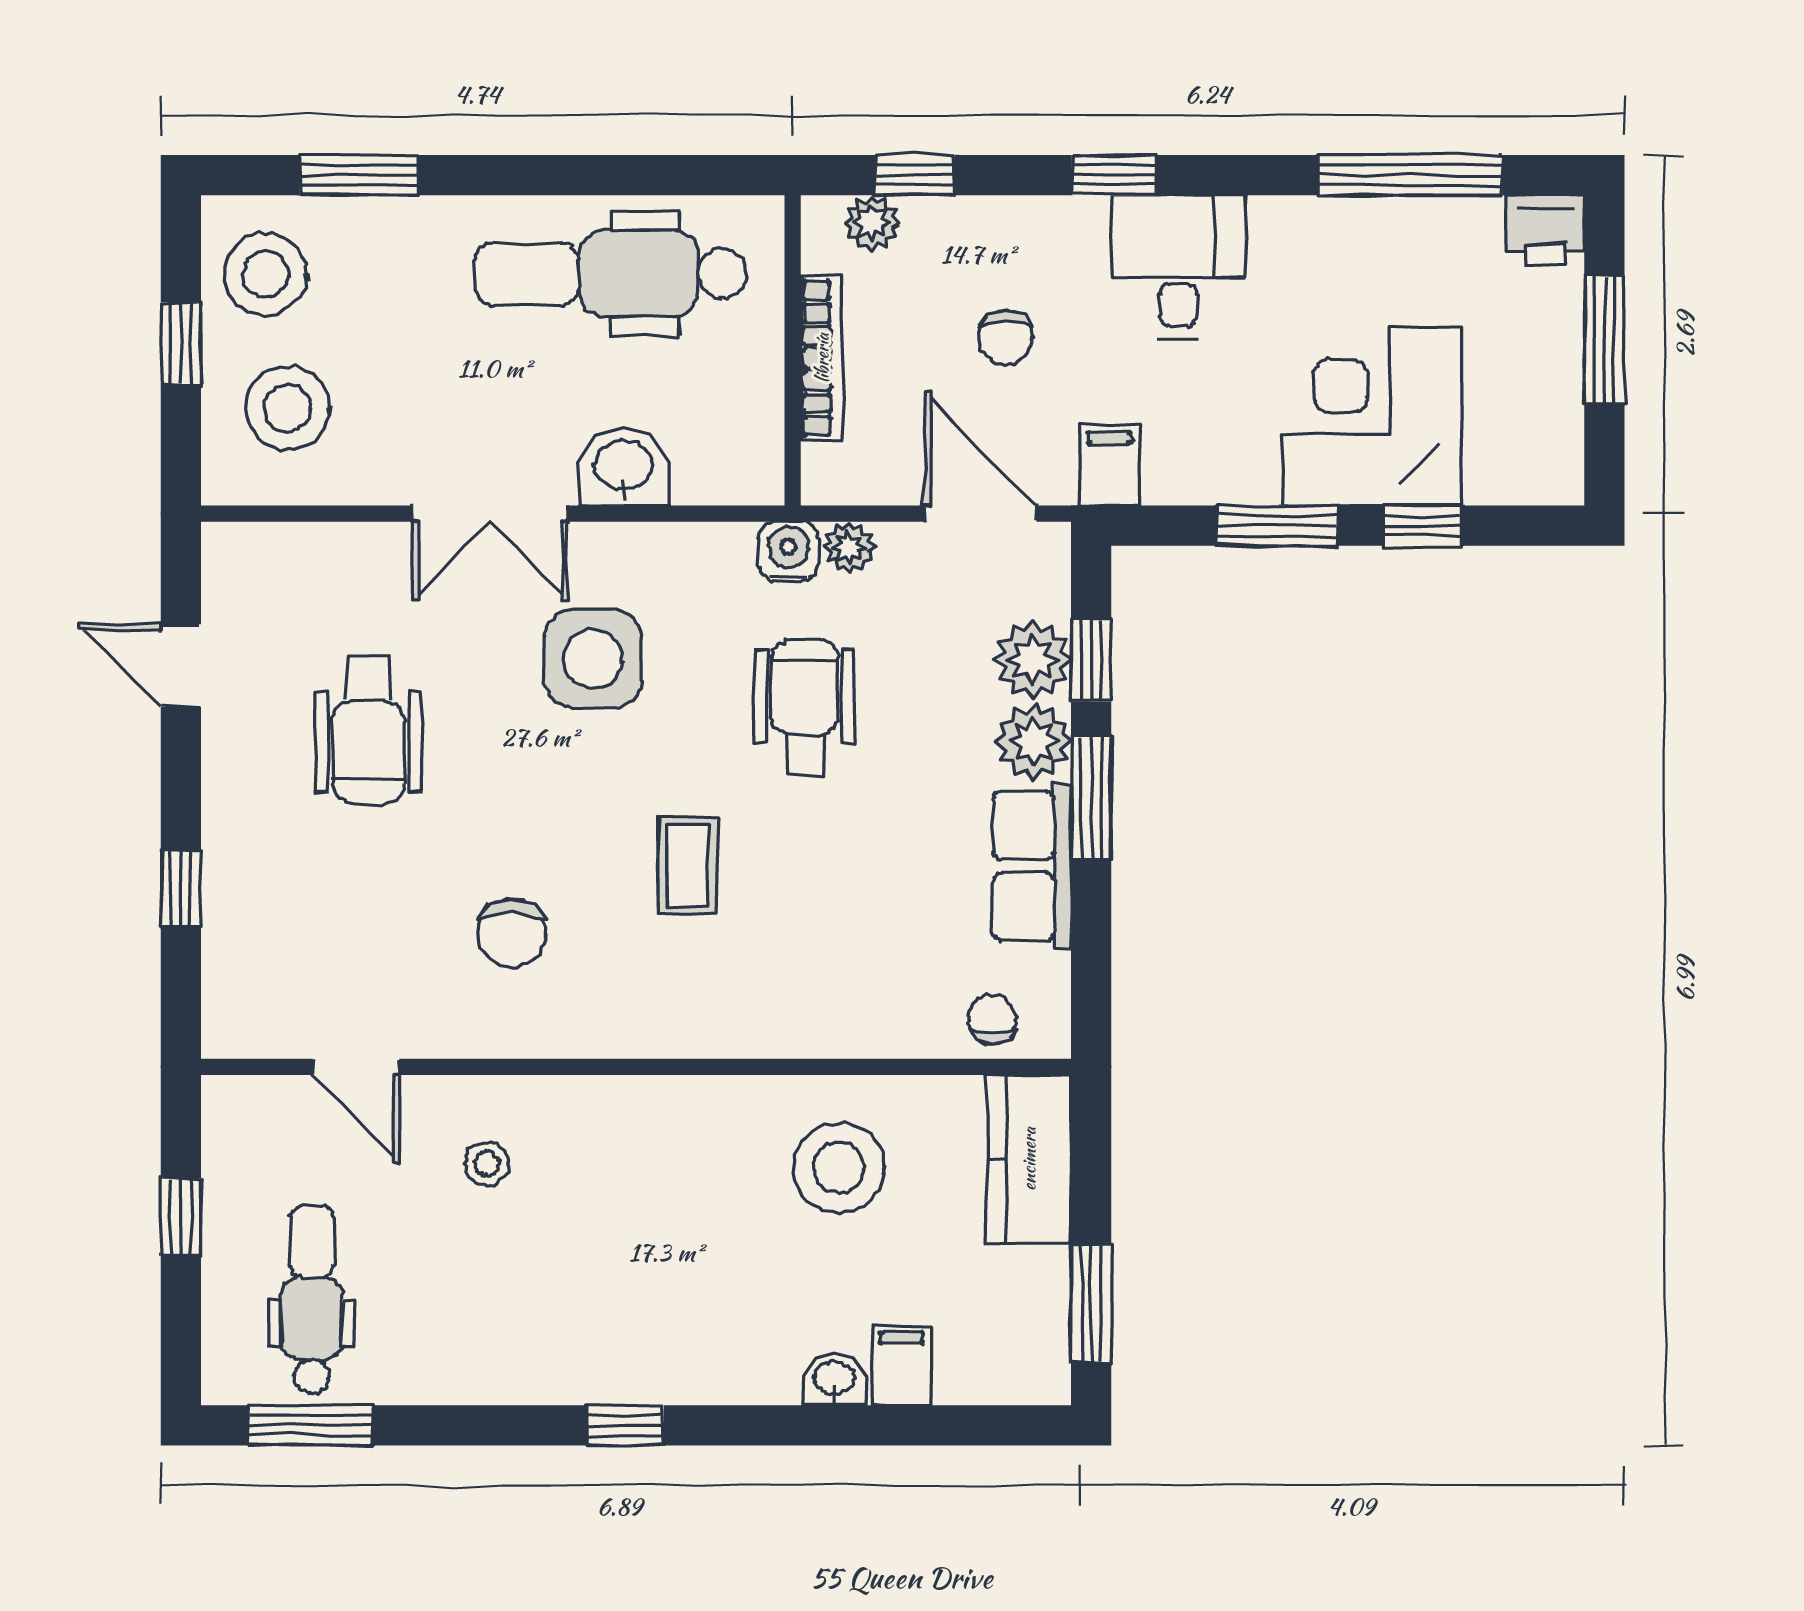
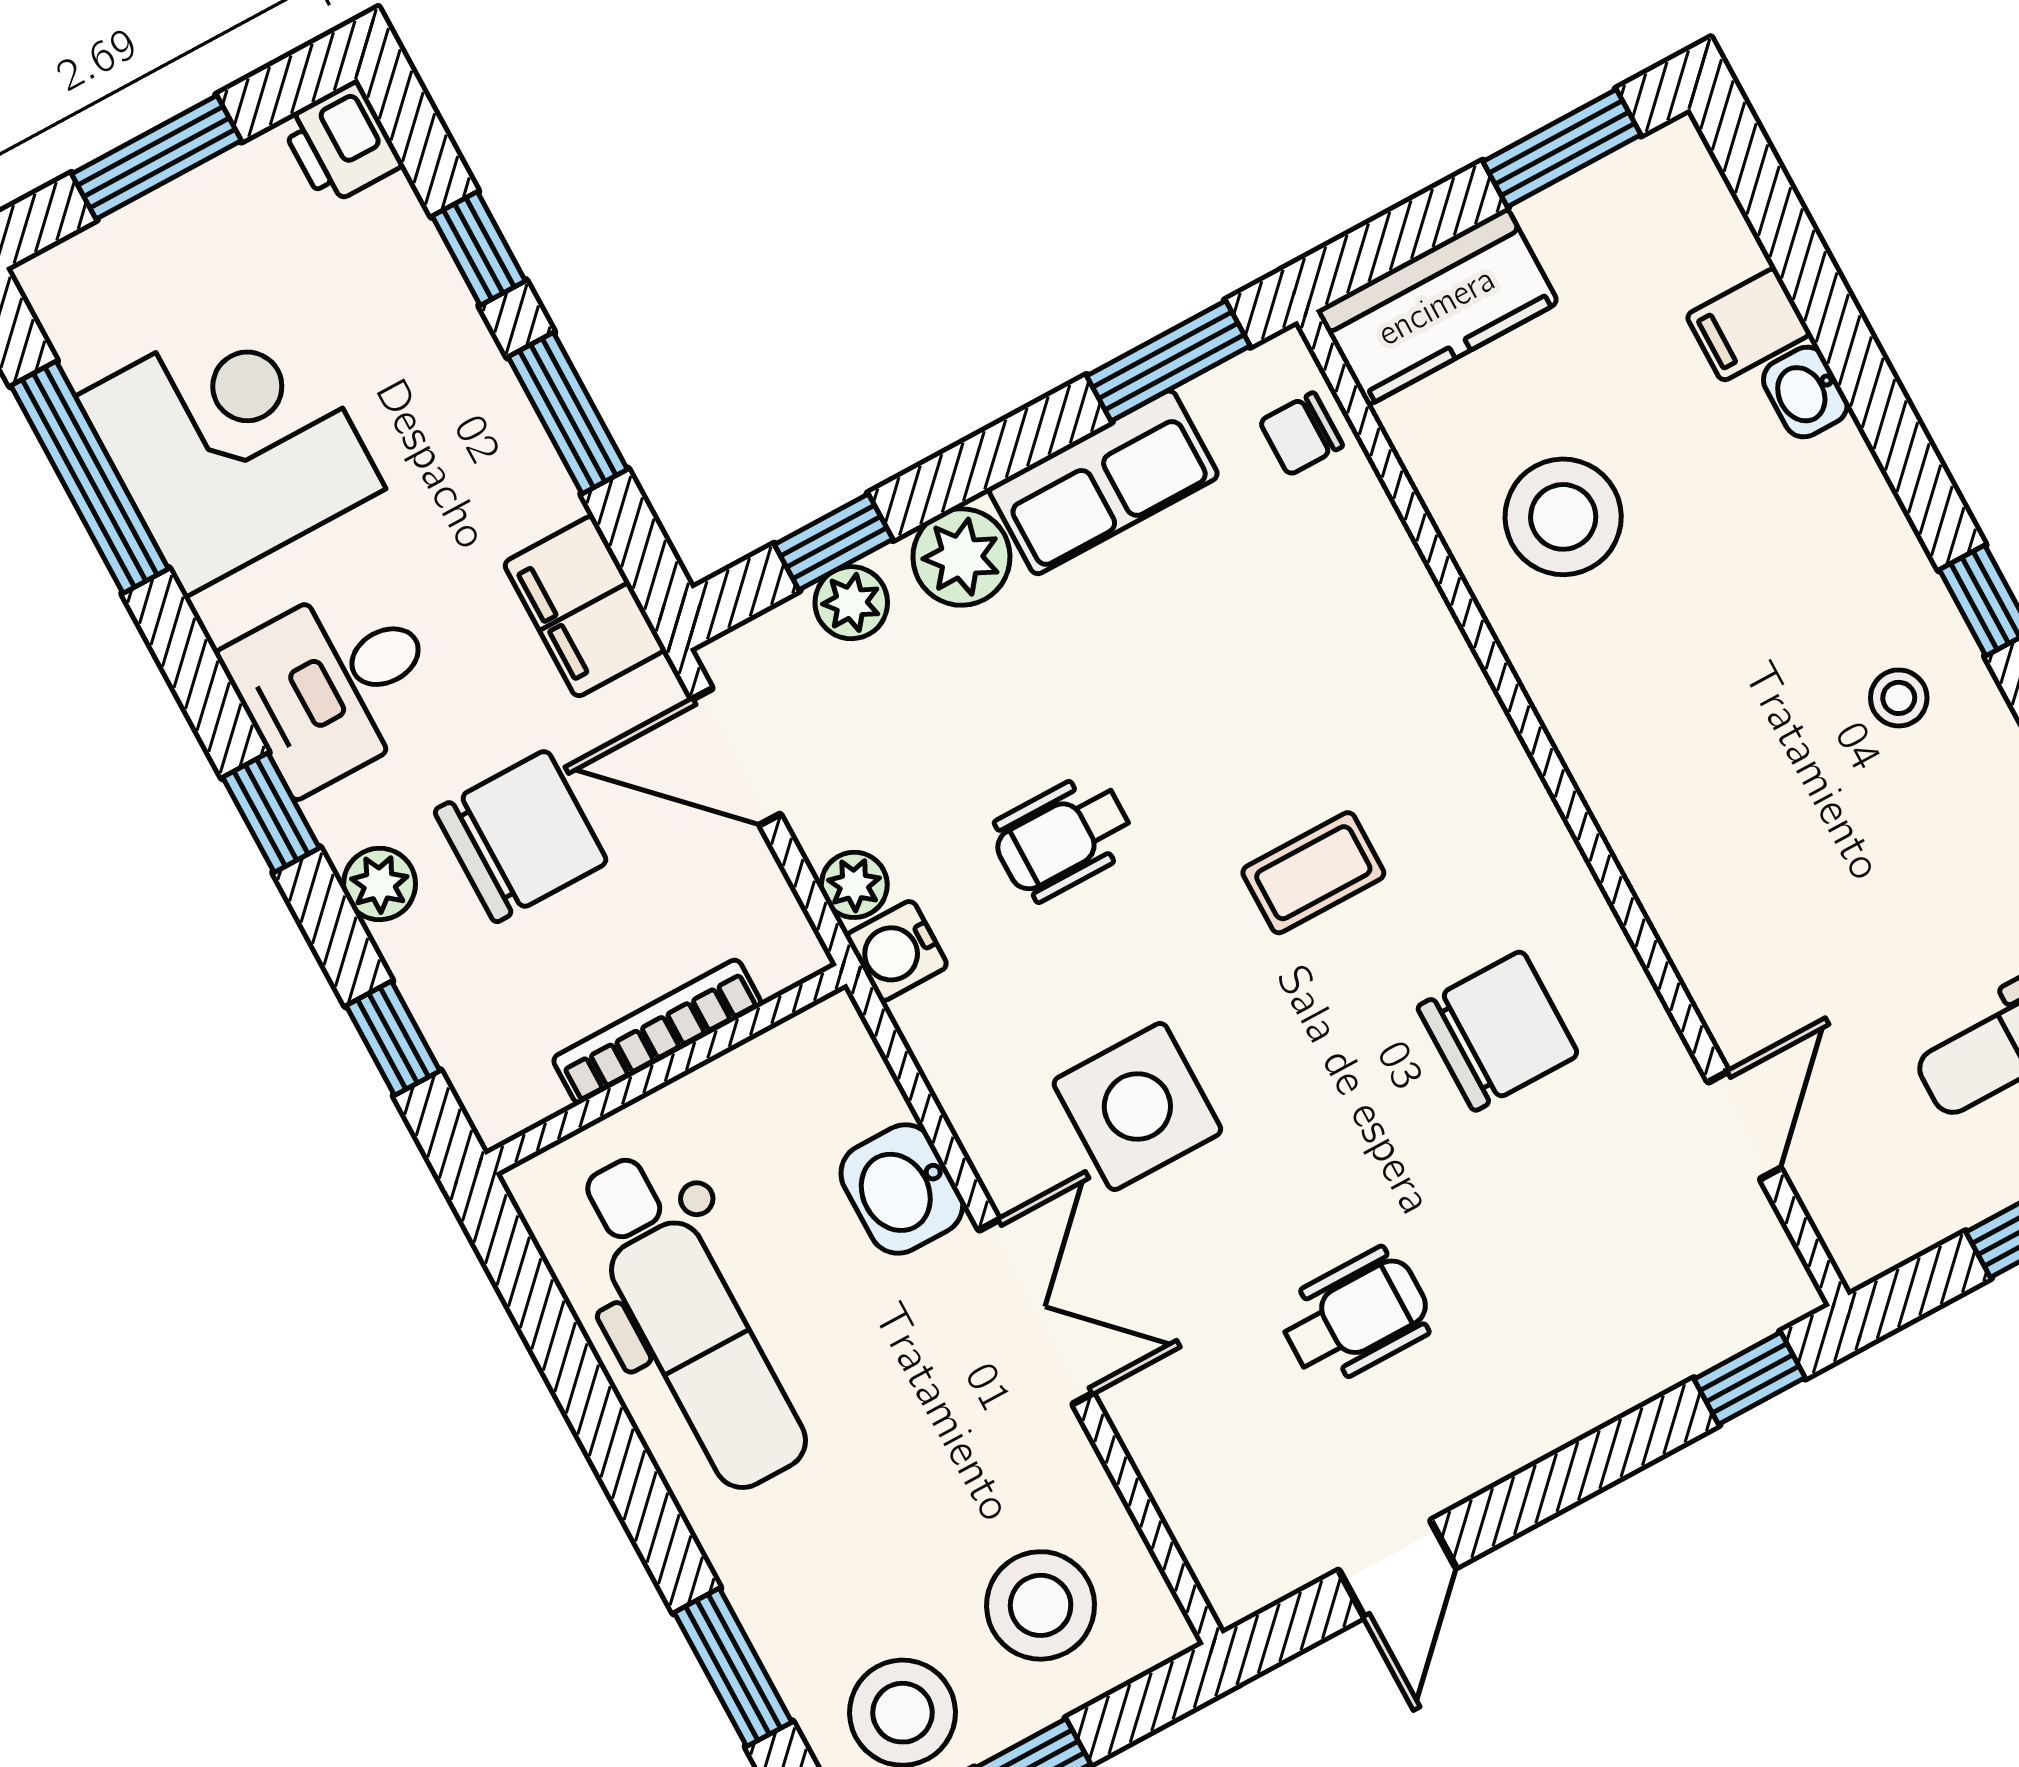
plant: (872, 223) -> (380, 884), moved
printer: (1546, 230) -> (341, 143), moved, turned 180
chair: (1006, 337) -> (521, 836), width x1.87, depth x1.87
corner desk: (1372, 416) -> (231, 442), moved, turned 180
filing cabinet: (1109, 466) -> (585, 606), width x2.00
door: (980, 514) -> (736, 757), hinge flipped
plant: (1033, 660) -> (851, 603), width x0.73, depth x0.73
wheelchair: (805, 707) -> (1063, 837), width x0.73, depth x0.73
wheelchair: (369, 730) -> (1355, 1317), width x0.73, depth x0.73
window: (1091, 798) -> (1168, 361), moved
window: (181, 889) -> (1750, 1378), moved
chair: (511, 933) -> (1498, 1031), width x1.37, depth x1.37
stool: (487, 1164) -> (1899, 698), moved

